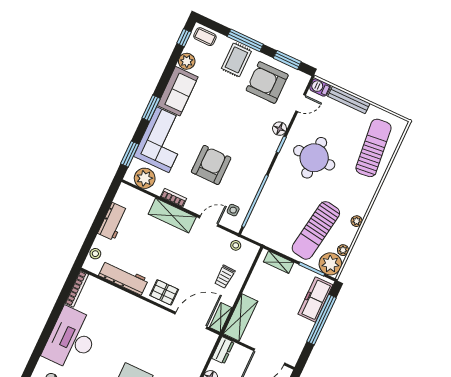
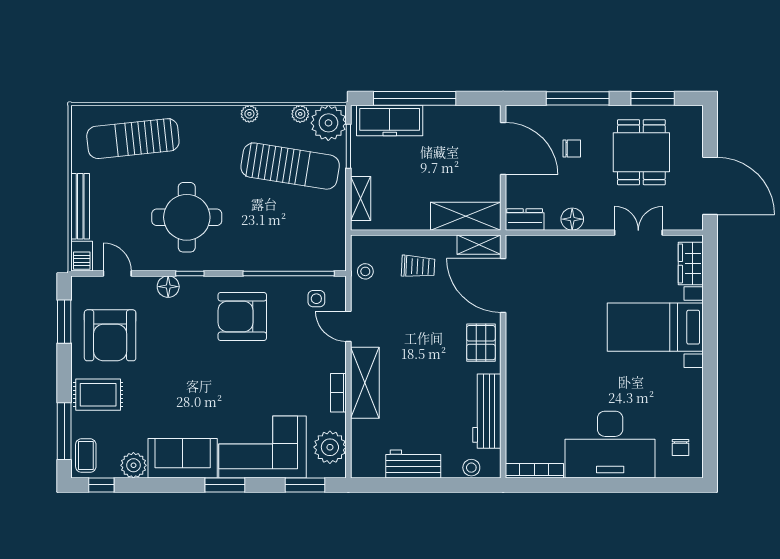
window: (245, 40) -> (64, 431), moved
armchair: (211, 165) -> (242, 317), moved

